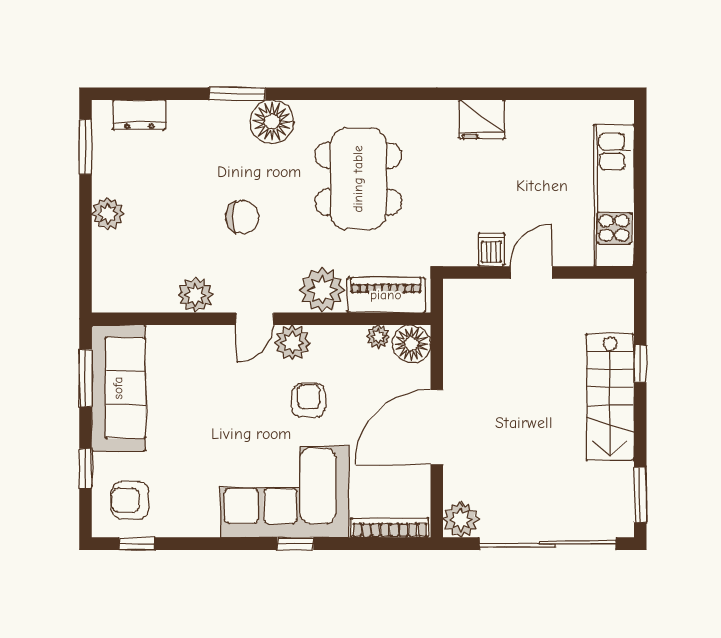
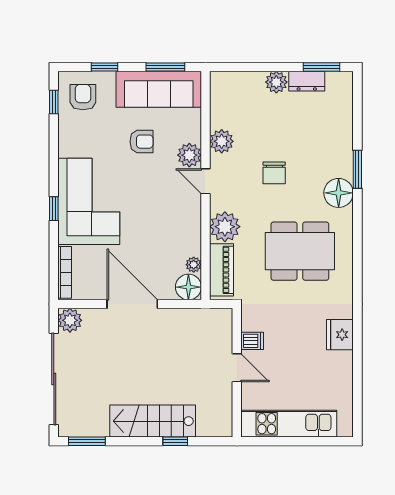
dresser: (139, 115) -> (307, 81), moved, turned -90
plant: (292, 343) -> (189, 155), moved
armchair: (309, 400) -> (142, 142), moved

